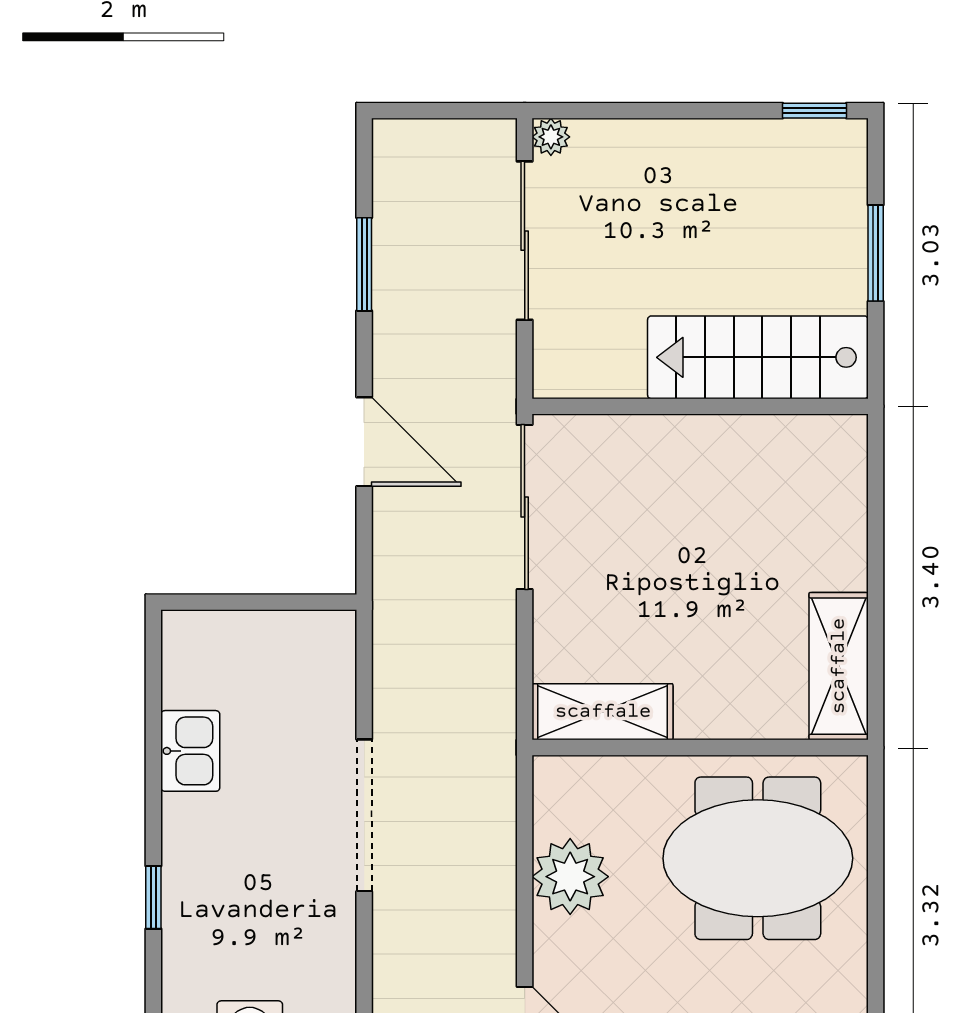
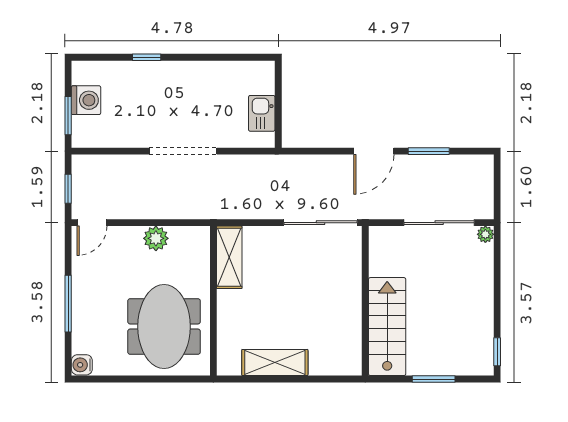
door: (364, 442) -> (374, 151), moved
shelving: (839, 666) -> (275, 362), moved
kitchen sink: (190, 751) -> (262, 113), moved, turned 90
plant: (570, 877) -> (156, 238), width x0.73, depth x0.73

